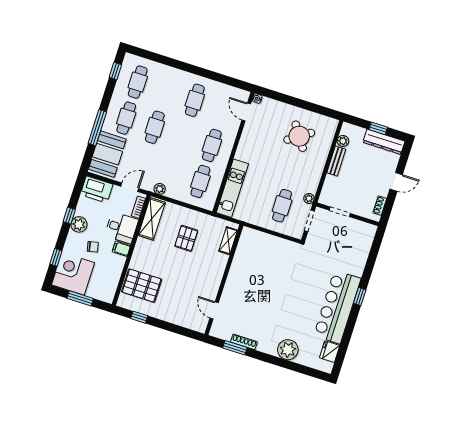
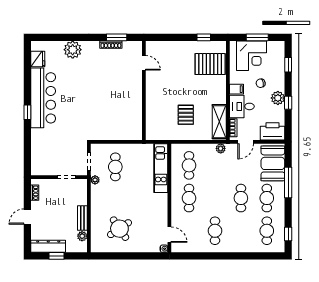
shelving: (228, 241) -> (151, 124), removed
corner desk: (73, 274) -> (251, 56), moved

